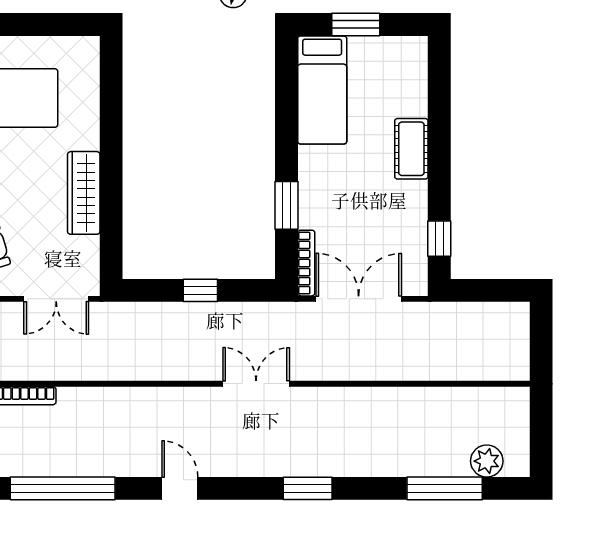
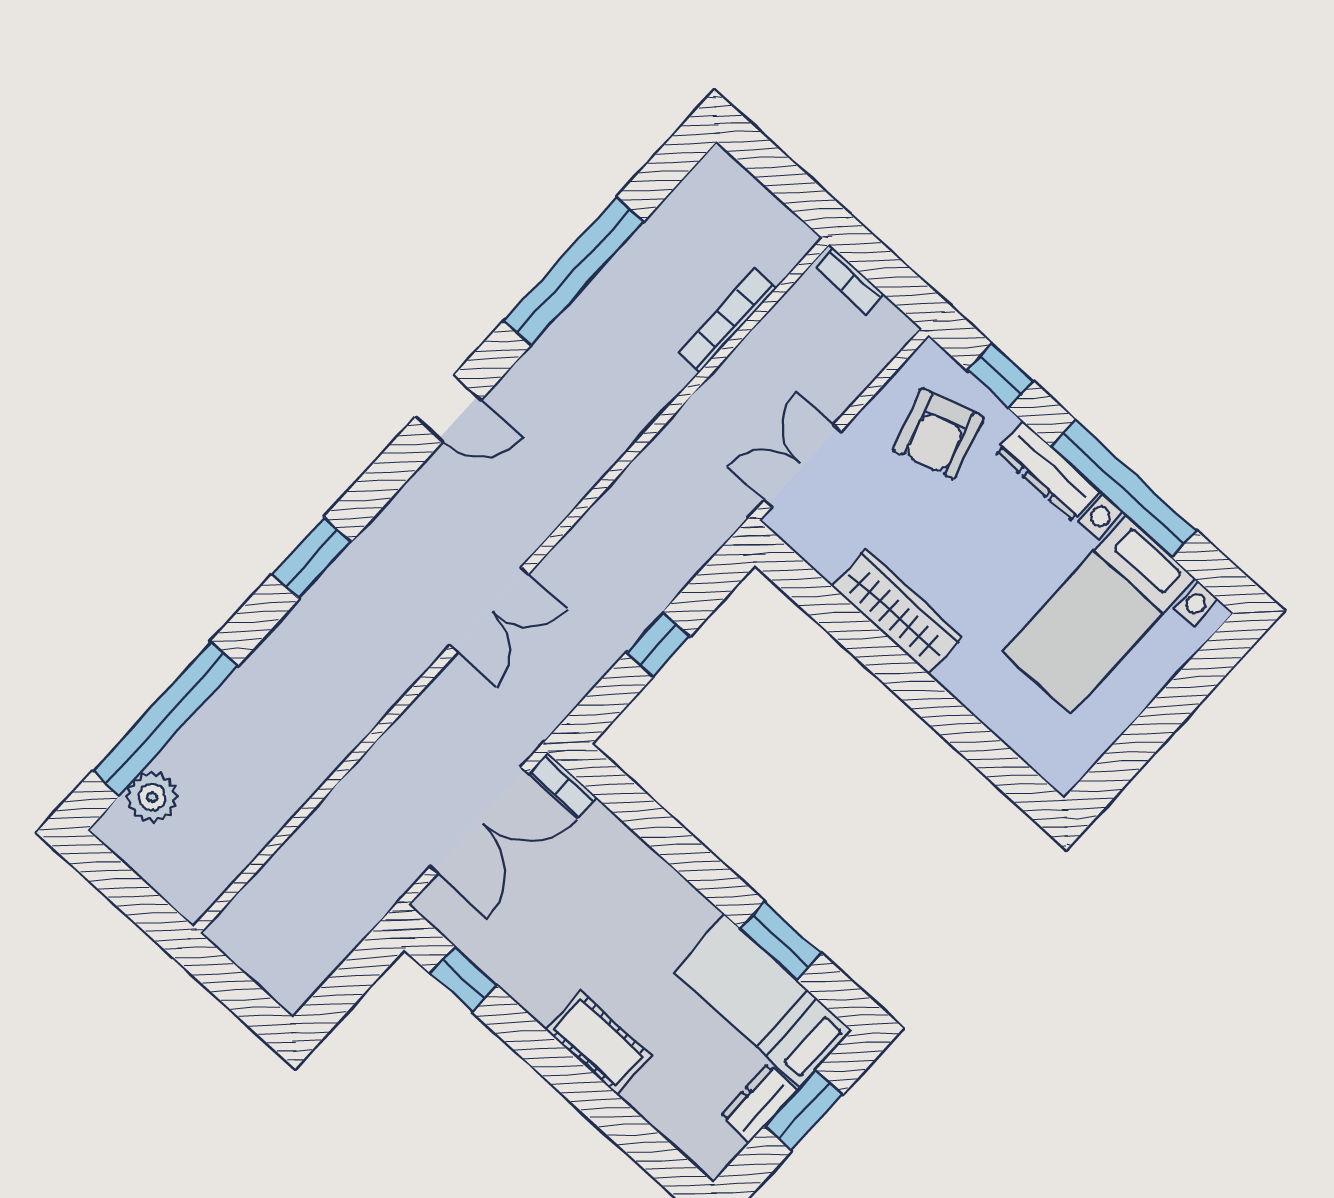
dresser: (371, 48) -> (759, 1103), added
window: (286, 205) -> (781, 941), moved
bookcase: (306, 263) -> (563, 785), width x0.64
window: (445, 488) -> (165, 718), width x1.46

